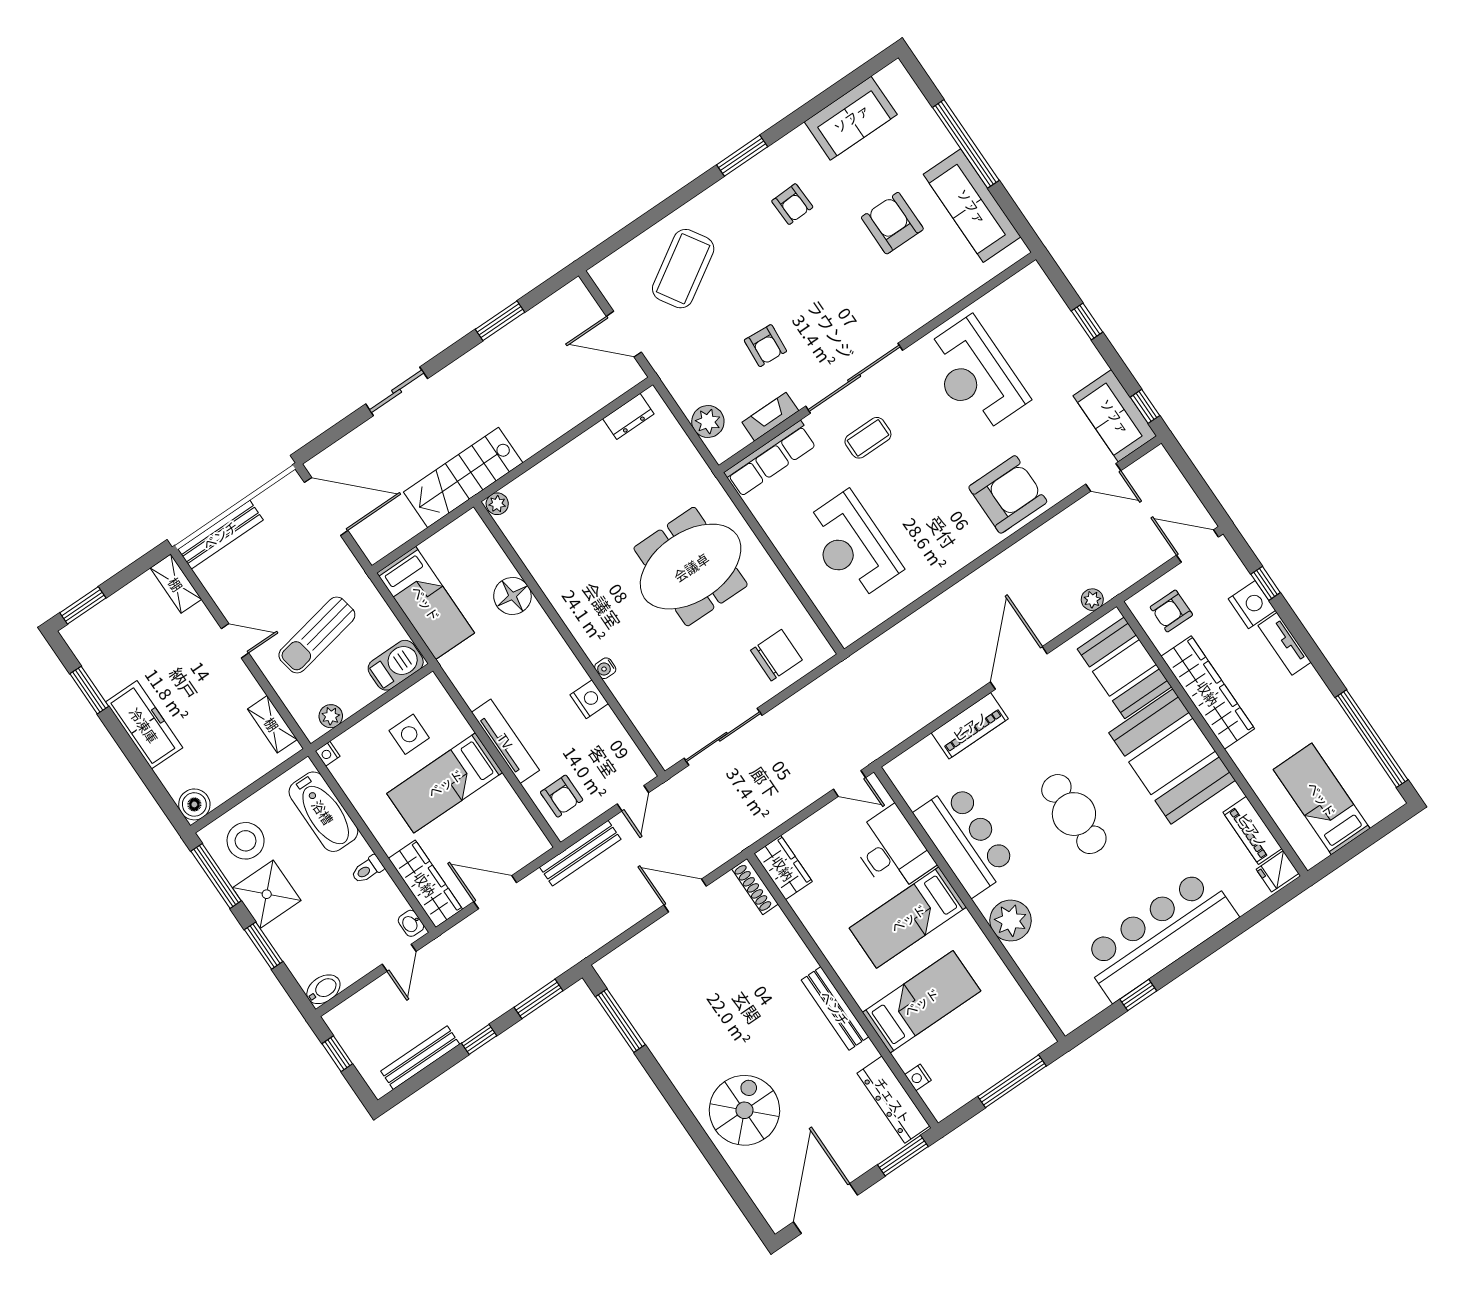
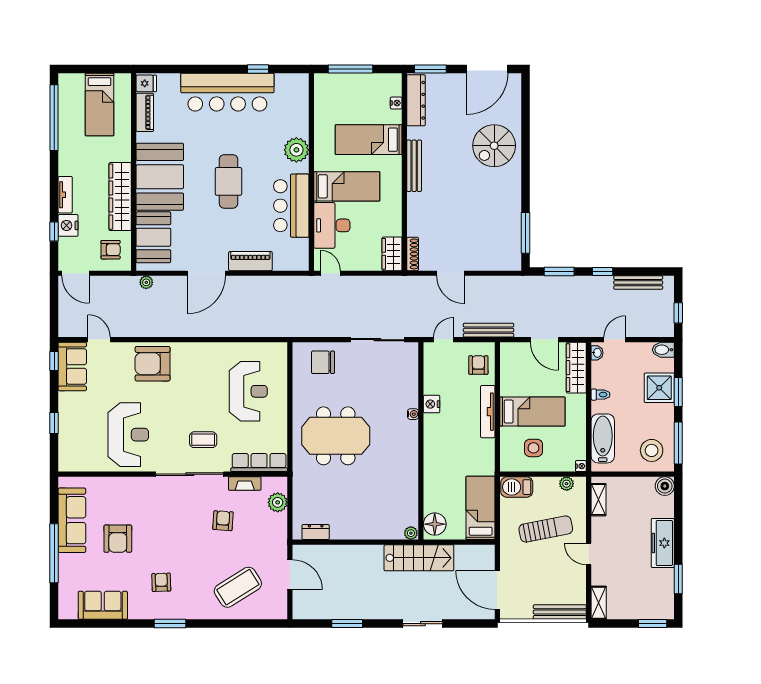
floor lamp: (512, 596) -> (435, 524), moved
shower: (267, 894) -> (659, 388), moved

